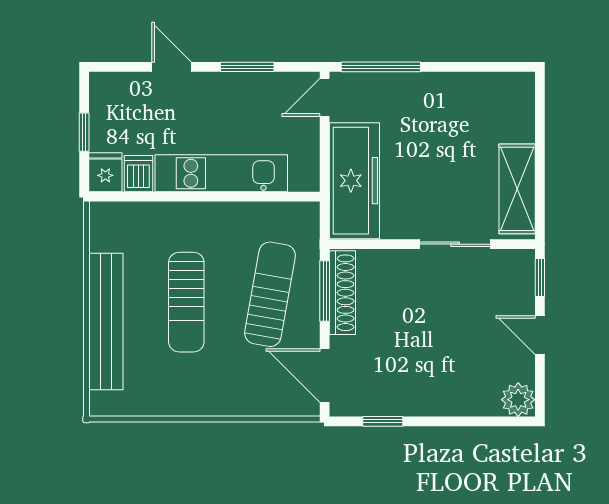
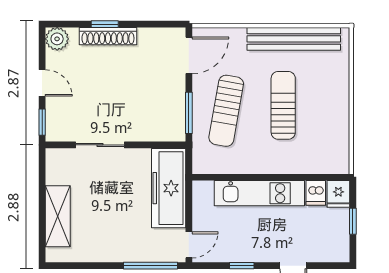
window: (247, 67) -> (242, 266), width x0.67
shelving: (517, 189) -> (58, 216), moved
shoe rack: (342, 293) -> (108, 36), moved, turned -90
bench: (106, 321) -> (294, 39), moved, turned 90
door: (325, 375) -> (189, 55), hinge flipped
window: (383, 421) -> (105, 24), moved

